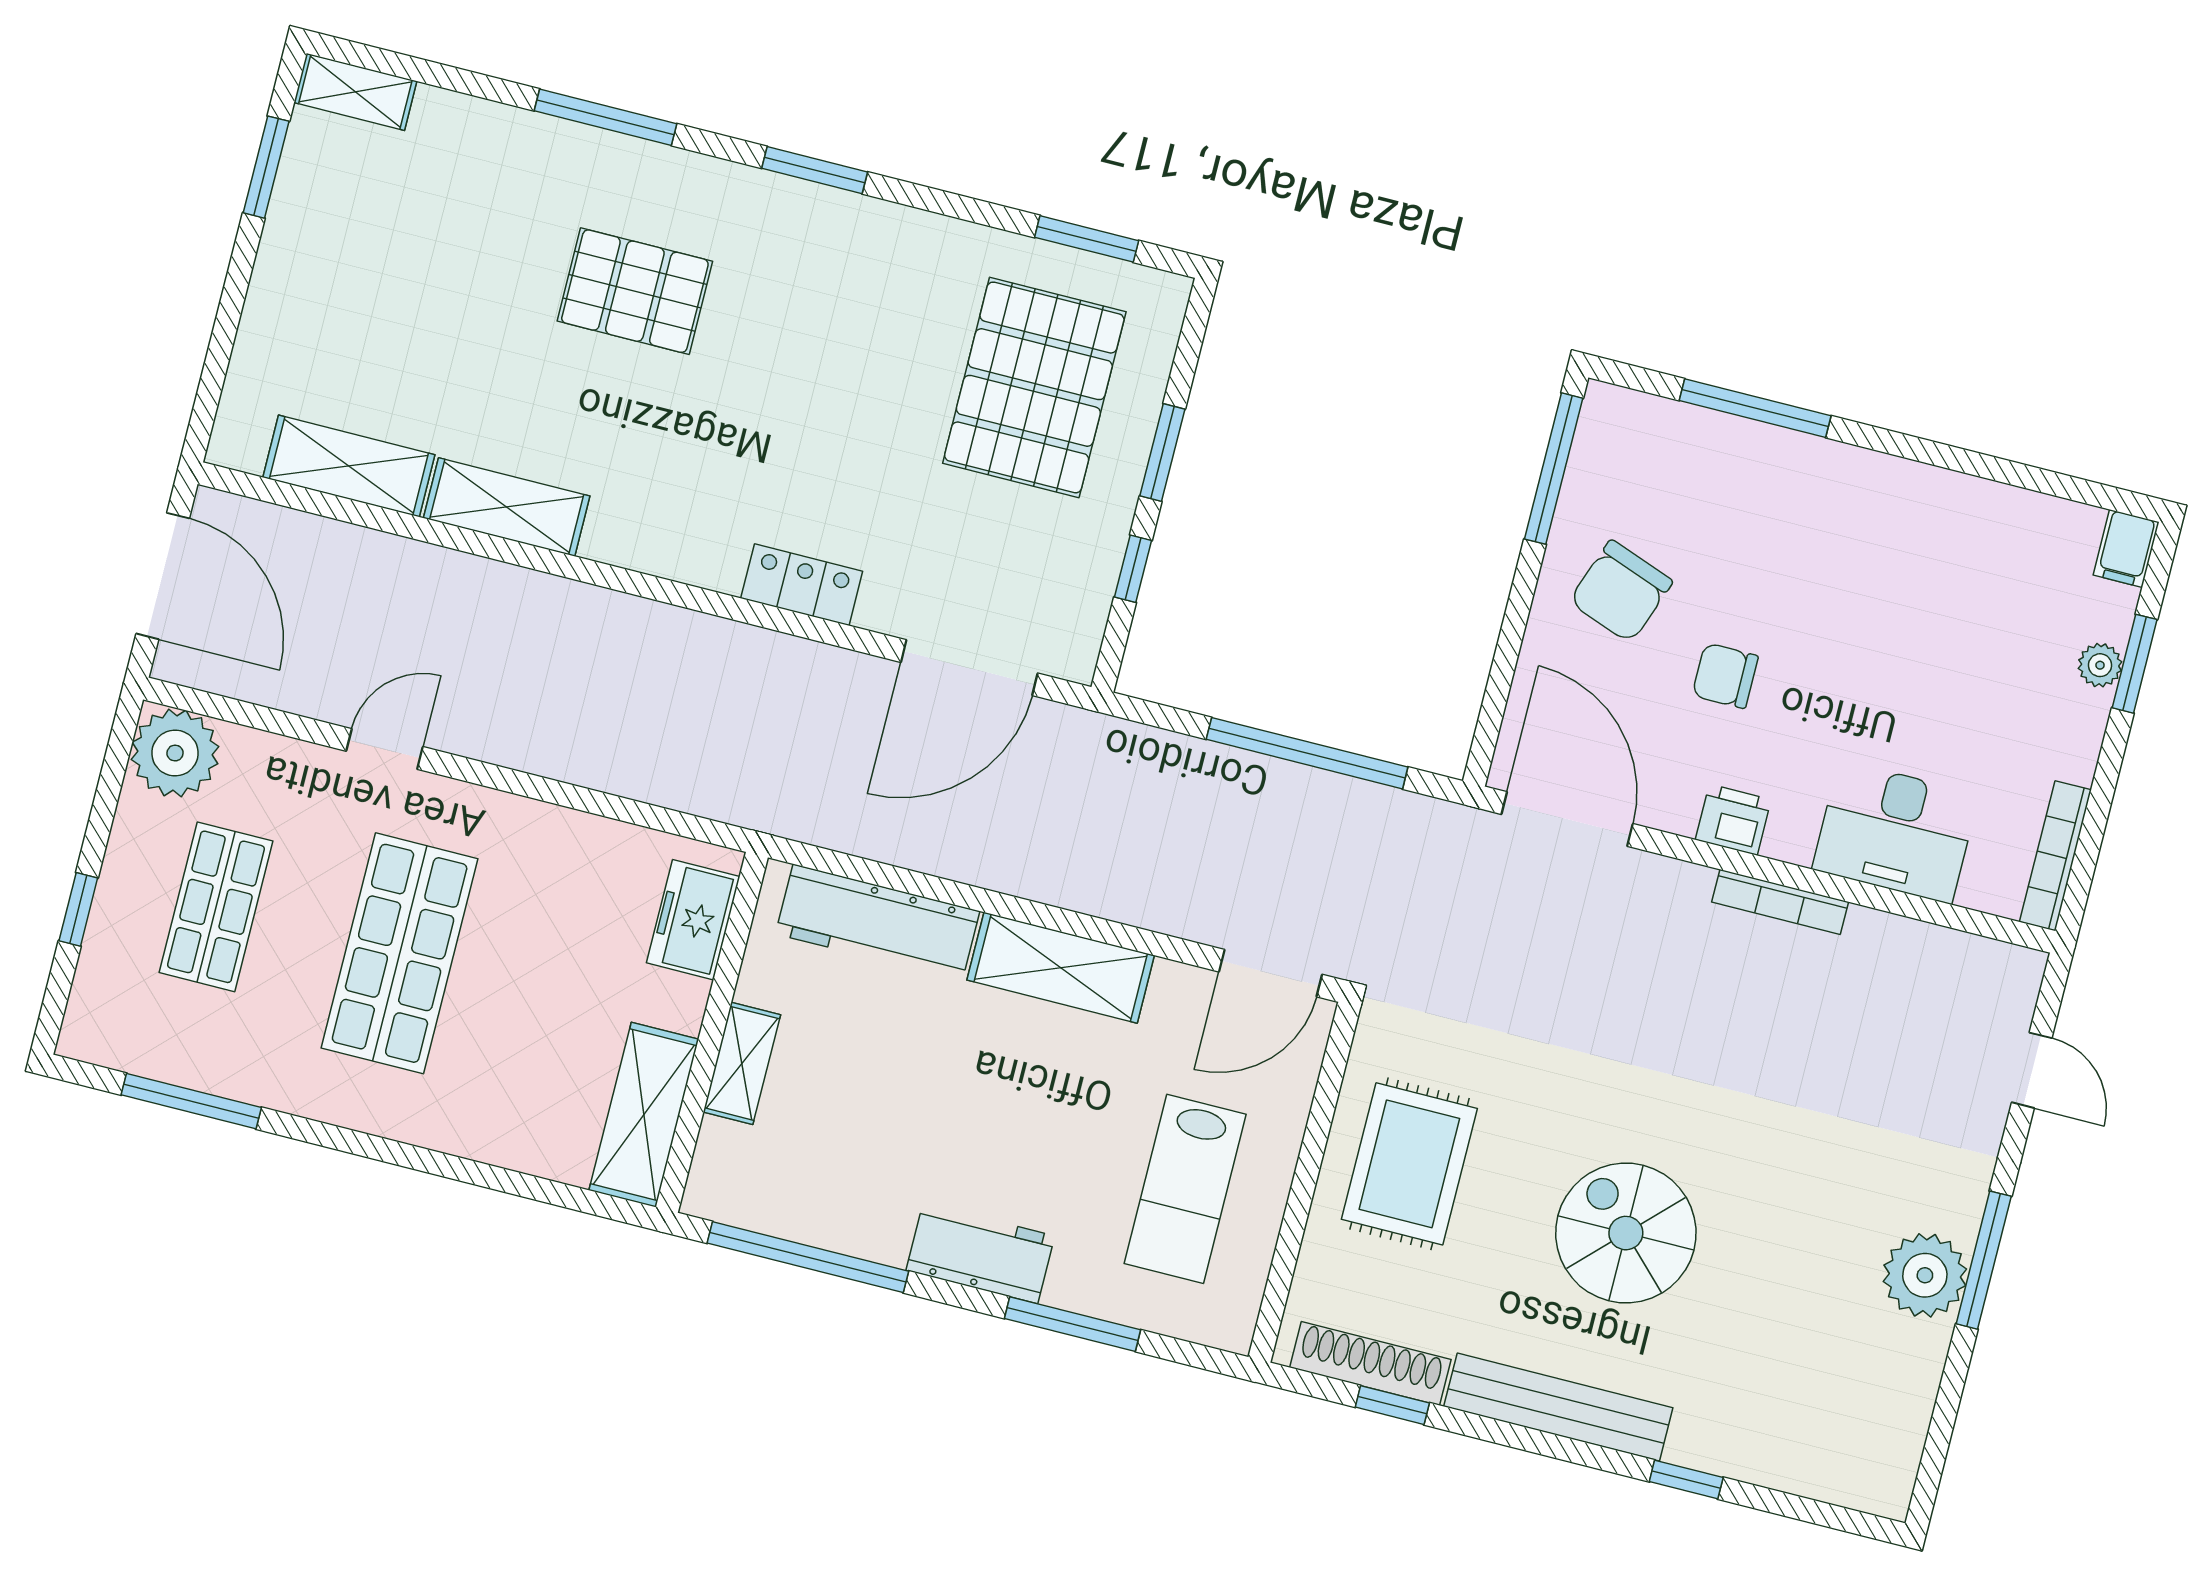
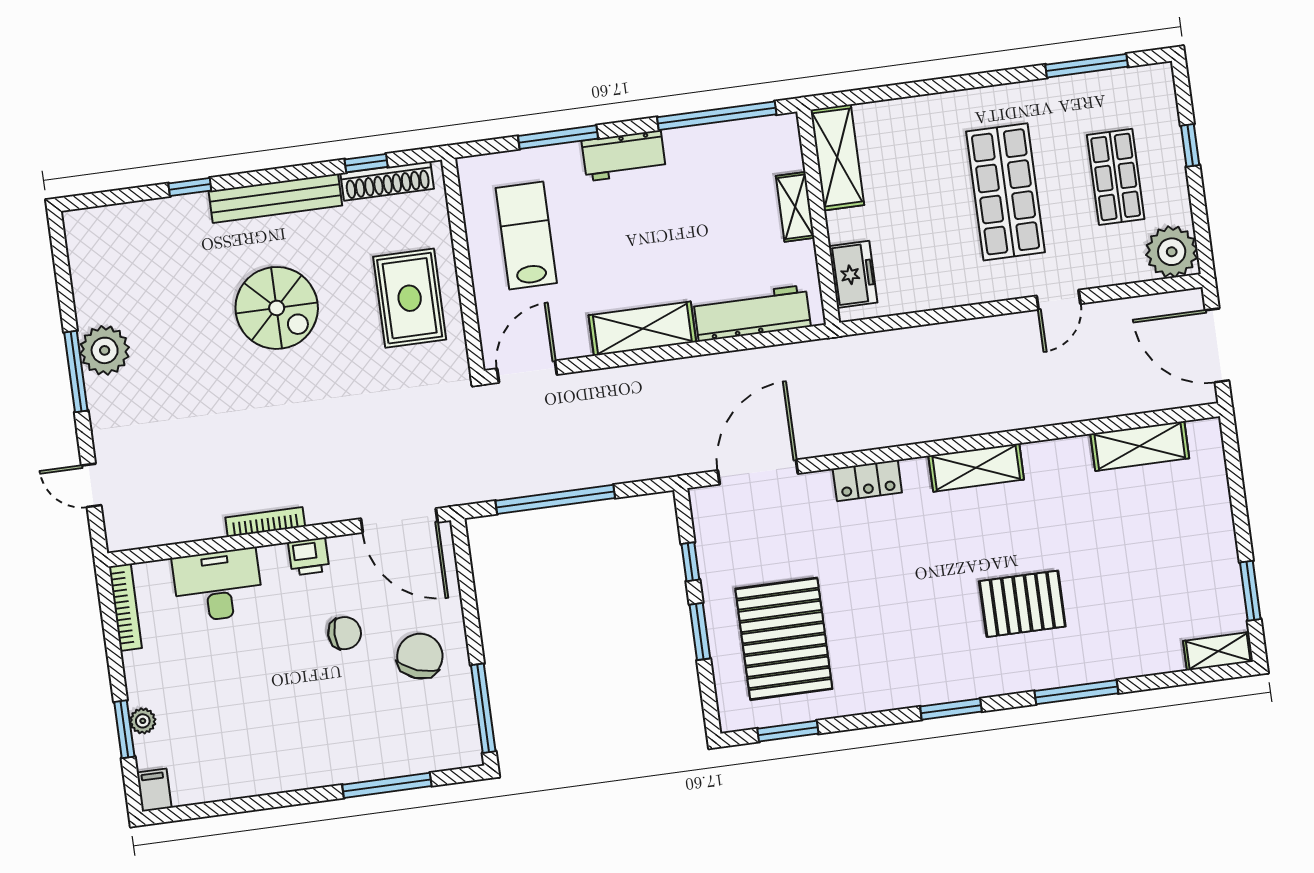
shelving: (507, 507) -> (976, 468), moved

